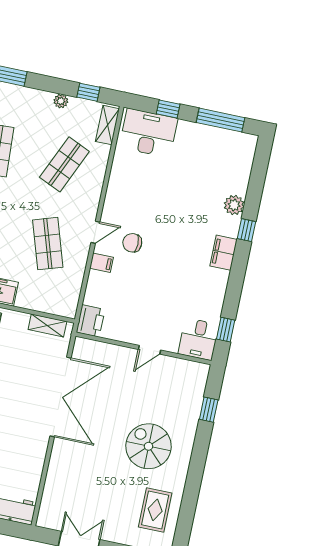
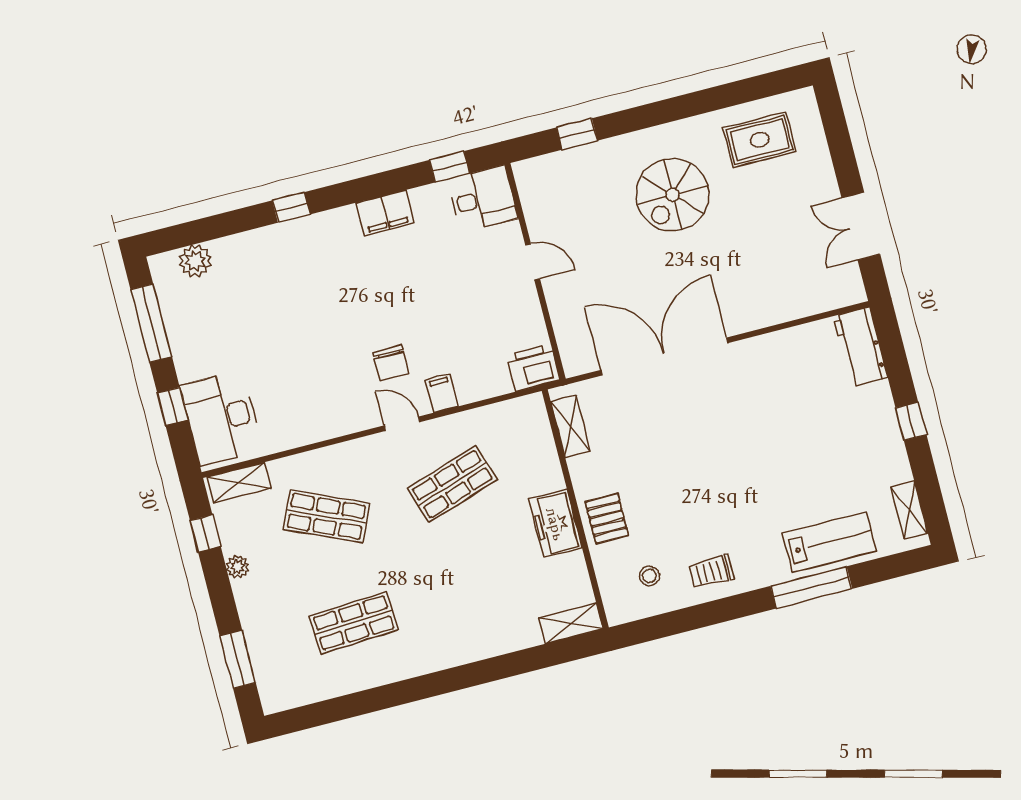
plant: (234, 205) -> (195, 261), moved
filing cabinet: (224, 253) -> (385, 213), moved

